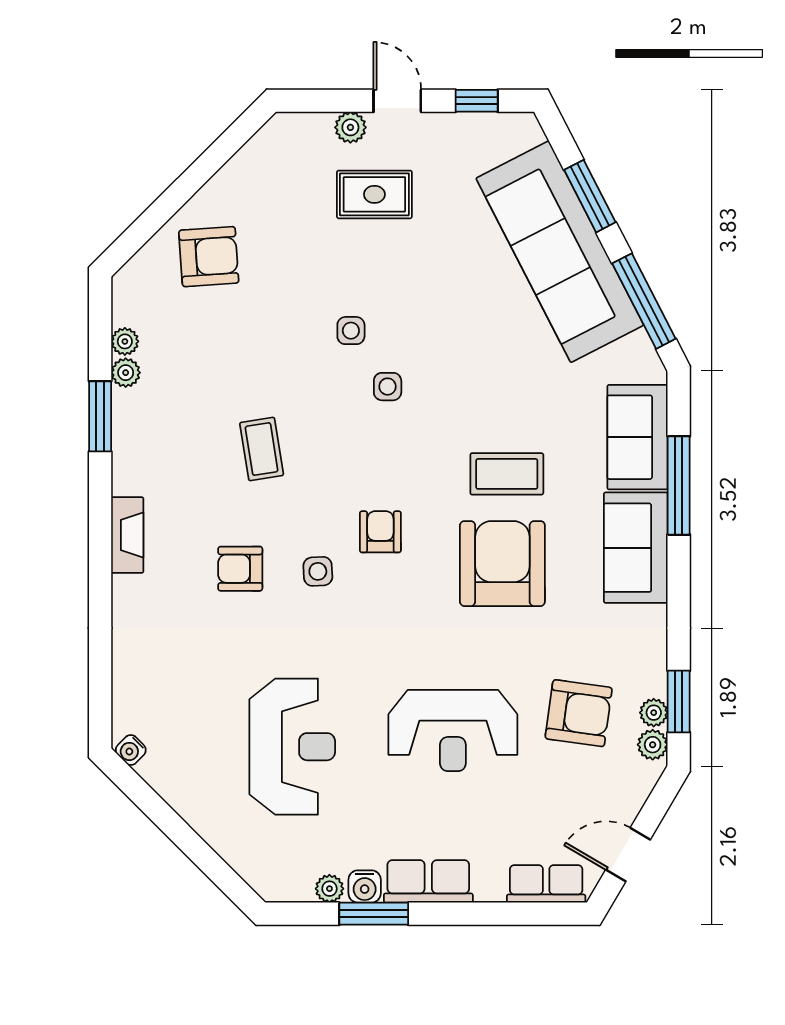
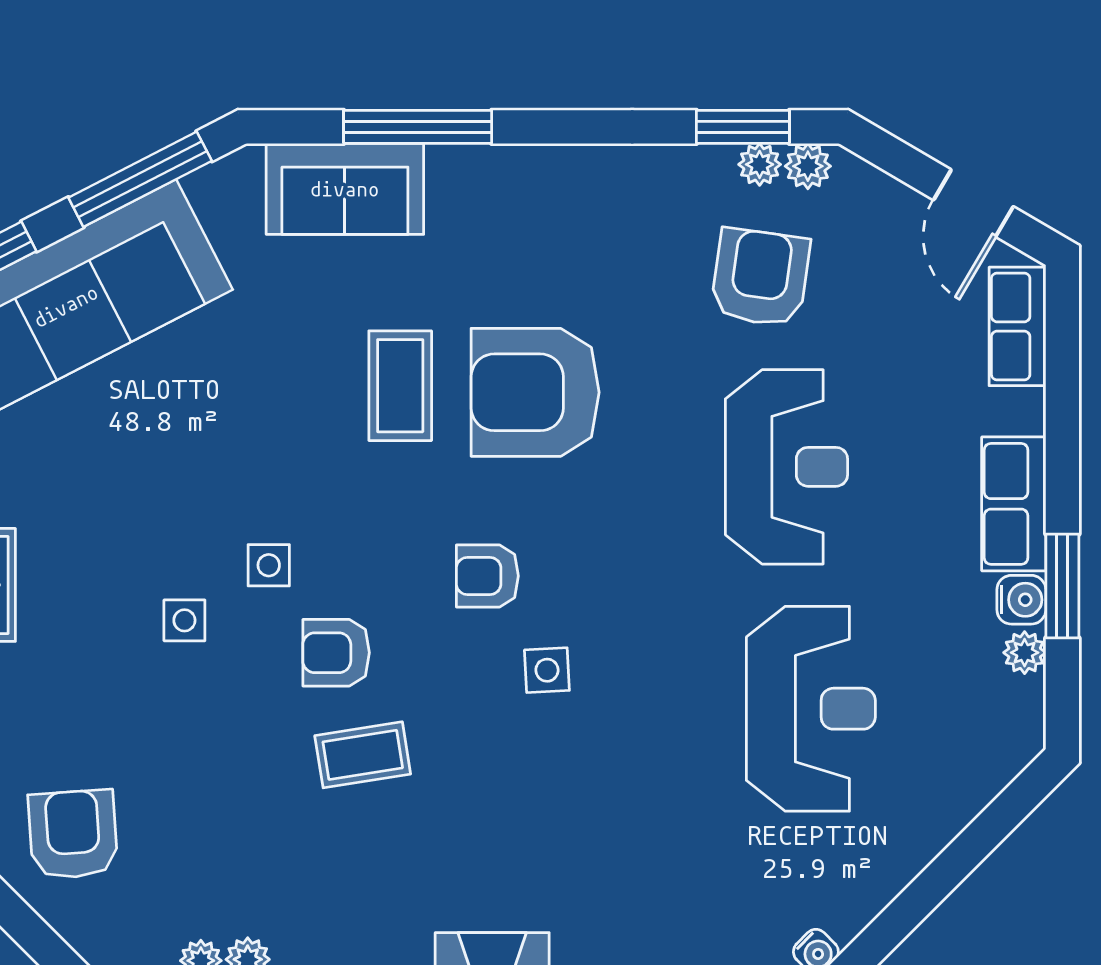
sofa: (636, 548) -> (511, 192), removed
armchair: (240, 569) -> (336, 653), moved, turned 90
reception desk: (292, 747) -> (811, 709), turned 90

